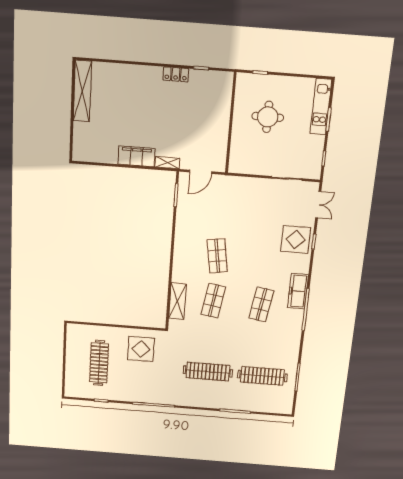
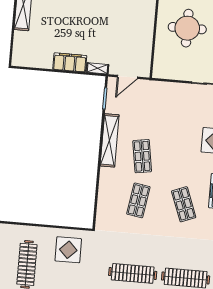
round table: (268, 117) -> (187, 28), width x1.36, depth x1.36
shelving: (177, 301) -> (110, 140), moved, width x1.47
shop shelf: (261, 304) -> (184, 204), turned -30

